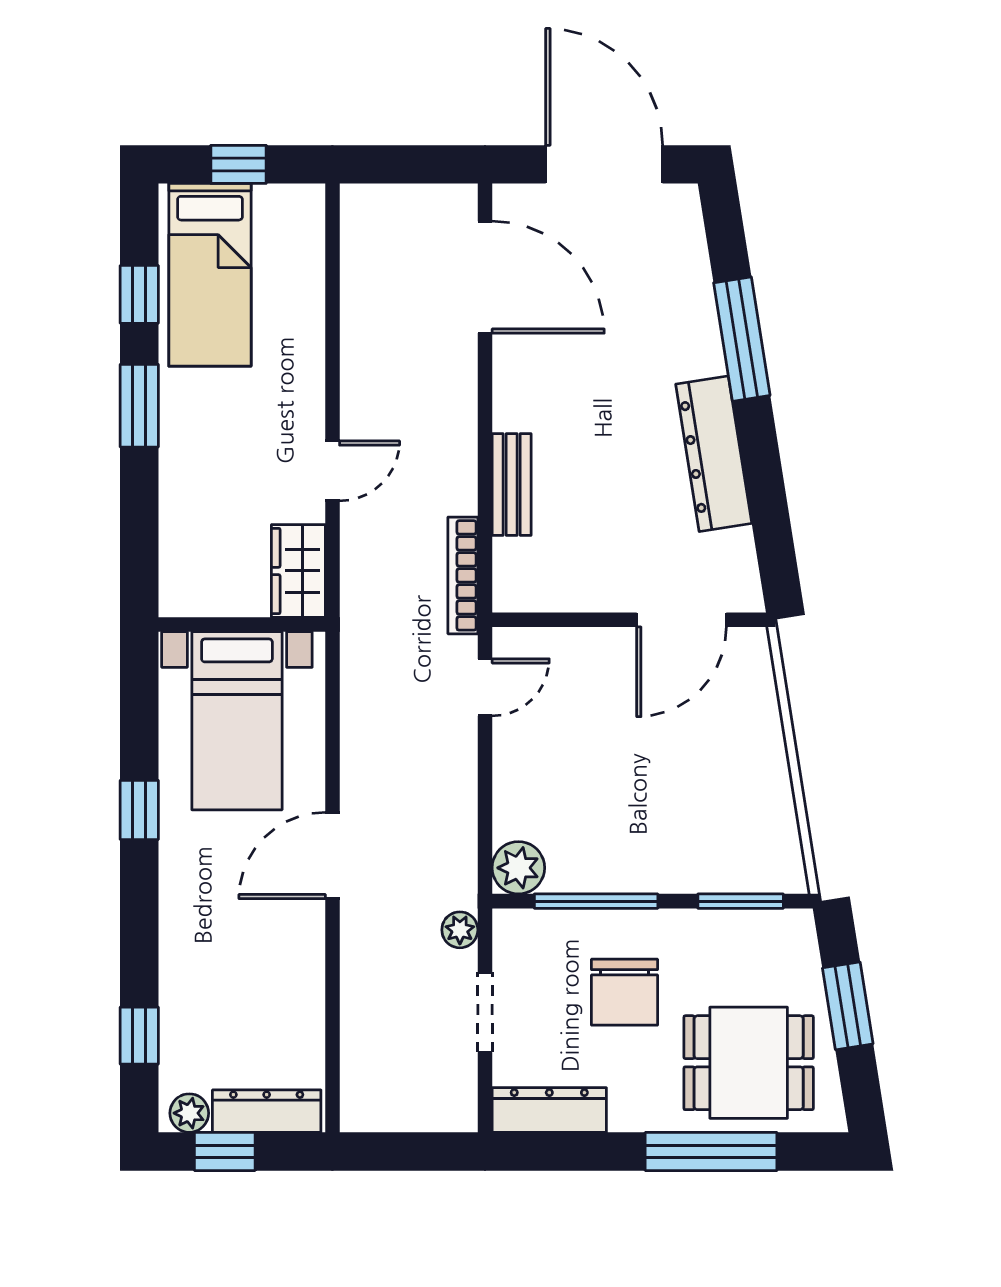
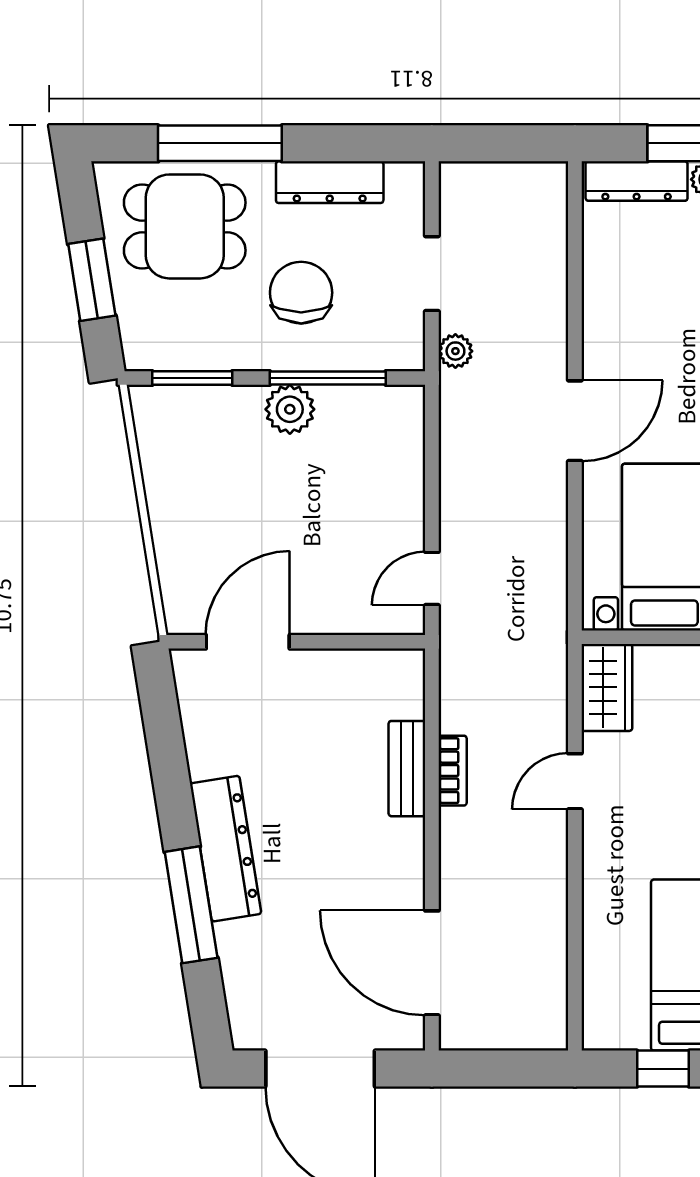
dresser: (714, 454) -> (226, 849), moved
bookcase: (463, 575) -> (453, 771), moved, width x0.64
plant: (518, 868) -> (290, 409), moved
dresser: (549, 1110) -> (330, 182), moved

